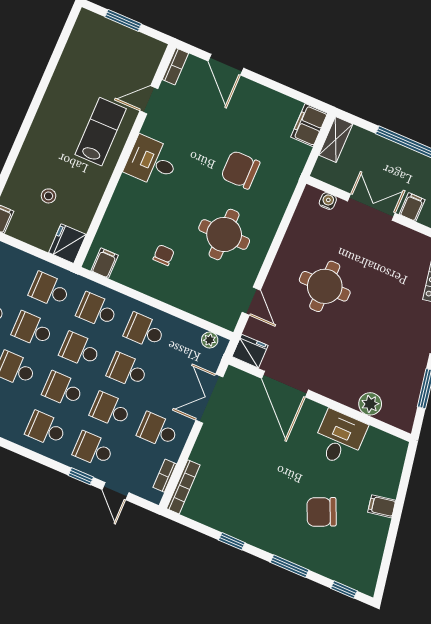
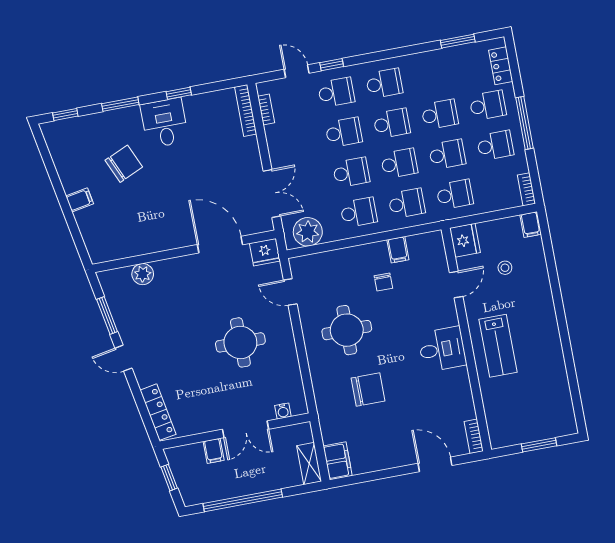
door: (149, 100) -> (456, 284), moved
filing cabinet: (105, 263) -> (398, 250), moved
plant: (210, 340) -> (308, 232), width x1.88, depth x1.88
school desk: (158, 430) -> (296, 141), removed
desk: (339, 438) -> (164, 123), moved, turned 180

